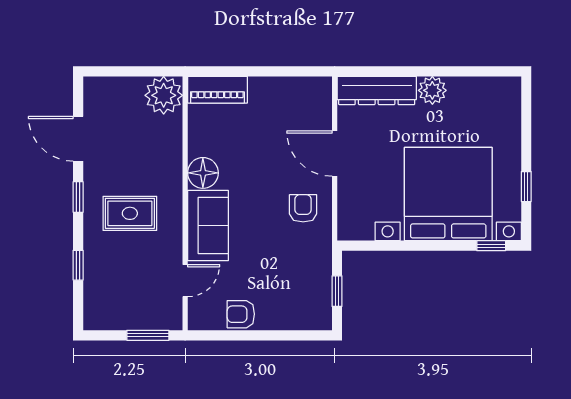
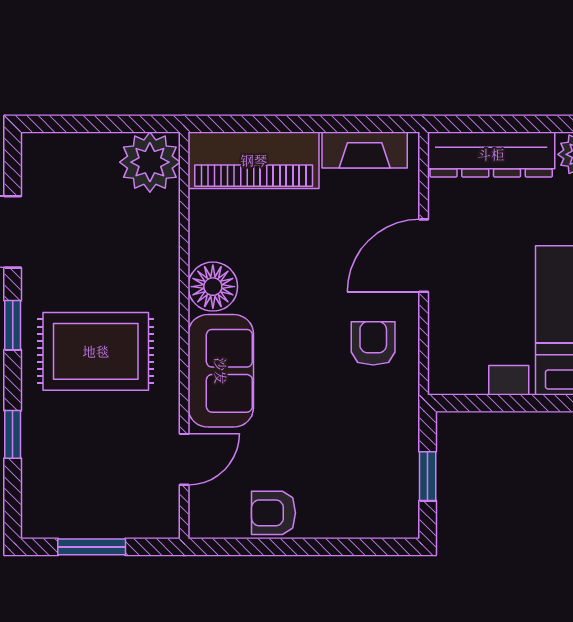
fireplace: (298, 88) -> (365, 150), added
piano: (217, 90) -> (254, 160), width x1.37, depth x1.33
door: (335, 154) -> (424, 256), hinge flipped
rug: (130, 213) -> (96, 351), width x1.36, depth x1.43
window: (148, 335) -> (92, 547), moved

